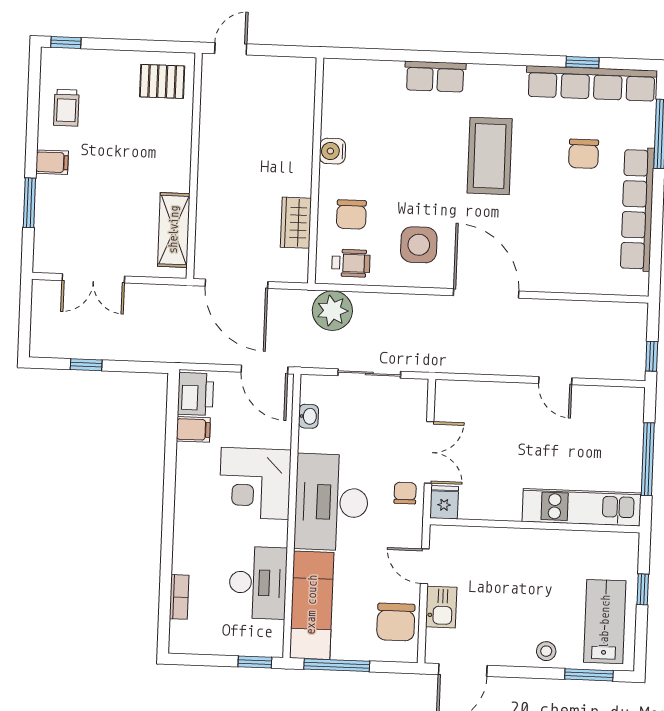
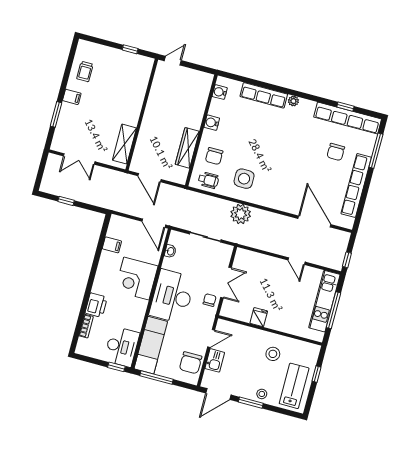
window: (66, 42) -> (130, 49), moved
plant: (480, 74) -> (293, 101), added
row of seats: (435, 77) -> (264, 95), width x1.48
pallet: (162, 81) -> (135, 69), removed
water cooler: (334, 89) -> (220, 92), added
coffee table: (490, 156) -> (289, 143), removed
wardrobe: (296, 223) -> (187, 148), width x1.50
door: (236, 284) -> (149, 178), width x0.73
door: (486, 293) -> (314, 221), moved
plant: (332, 311) -> (241, 214), moved
printer: (195, 394) -> (96, 305), moved
fridge: (444, 502) -> (259, 317), moved
kitchen unit: (582, 507) -> (324, 301), moved, turned -90
door: (425, 566) -> (211, 338), swing flipped
stool: (550, 569) -> (273, 354), added
desk: (258, 583) -> (122, 347), moved
window: (589, 675) -> (251, 403), moved

